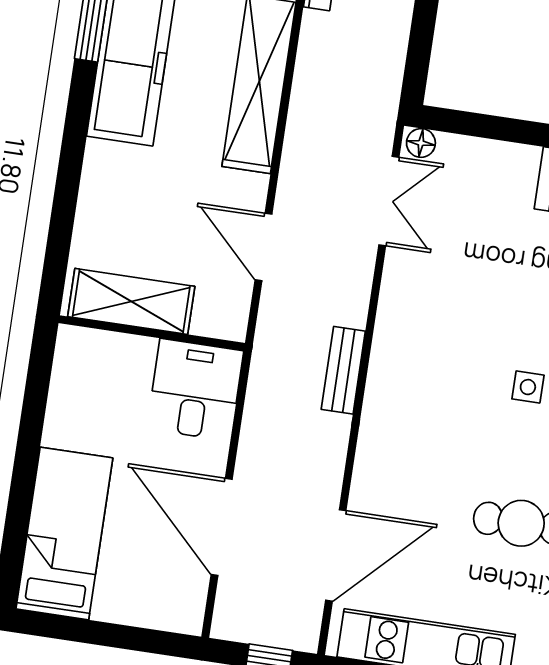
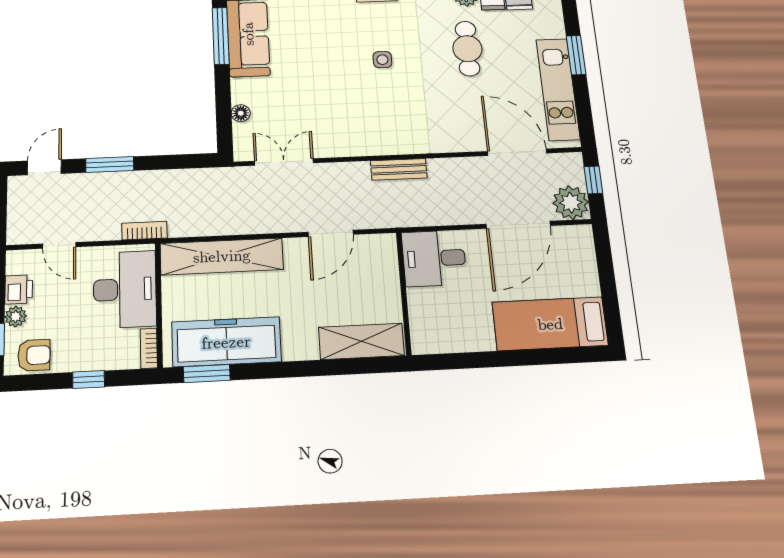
floor lamp: (421, 143) -> (241, 113), moved
shelving: (131, 301) -> (361, 341), moved, turned 90
plant: (240, 615) -> (571, 203), added

